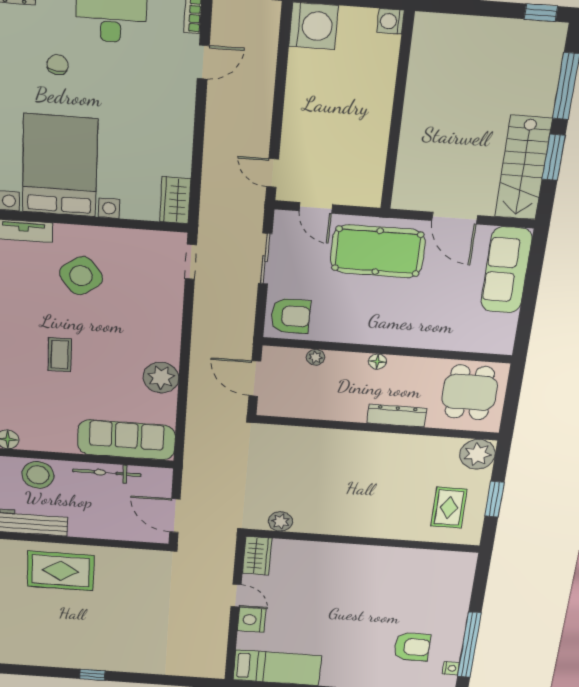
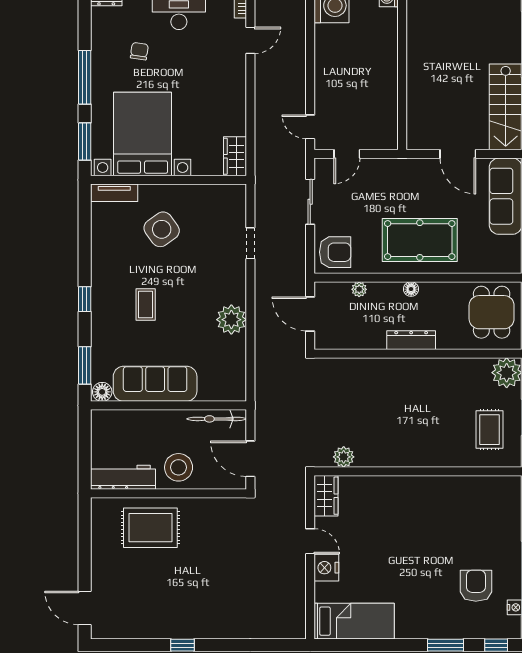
door: (316, 208) -> (347, 154), hinge flipped
pool table: (378, 251) -> (420, 240), moved
doorway: (191, 262) -> (250, 243), moved
dresser: (397, 416) -> (411, 340), moved
sofa: (126, 440) -> (155, 384), moved
bicycle: (107, 473) -> (217, 419), moved
stool: (38, 475) -> (179, 467), moved
armchair: (412, 647) -> (476, 586), turned -90

